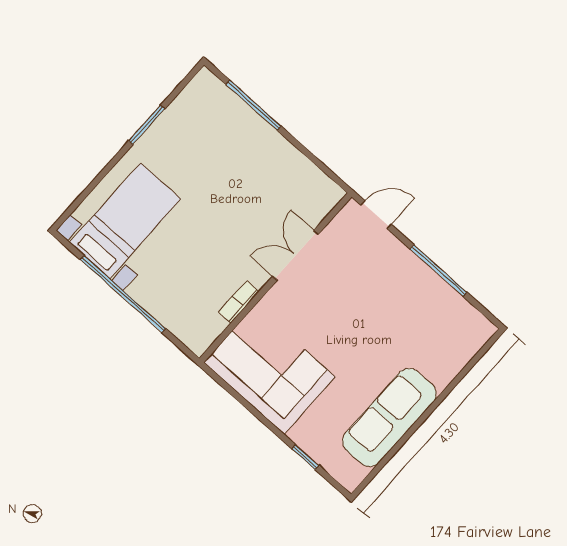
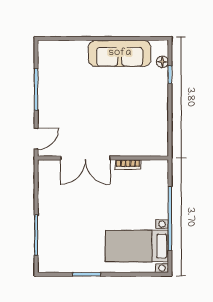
door: (376, 215) -> (36, 139), swing flipped
double door: (296, 255) -> (85, 158), width x1.37
corner sofa: (269, 370) -> (146, 125), removed
floor lamp: (330, 462) -> (162, 62), added

